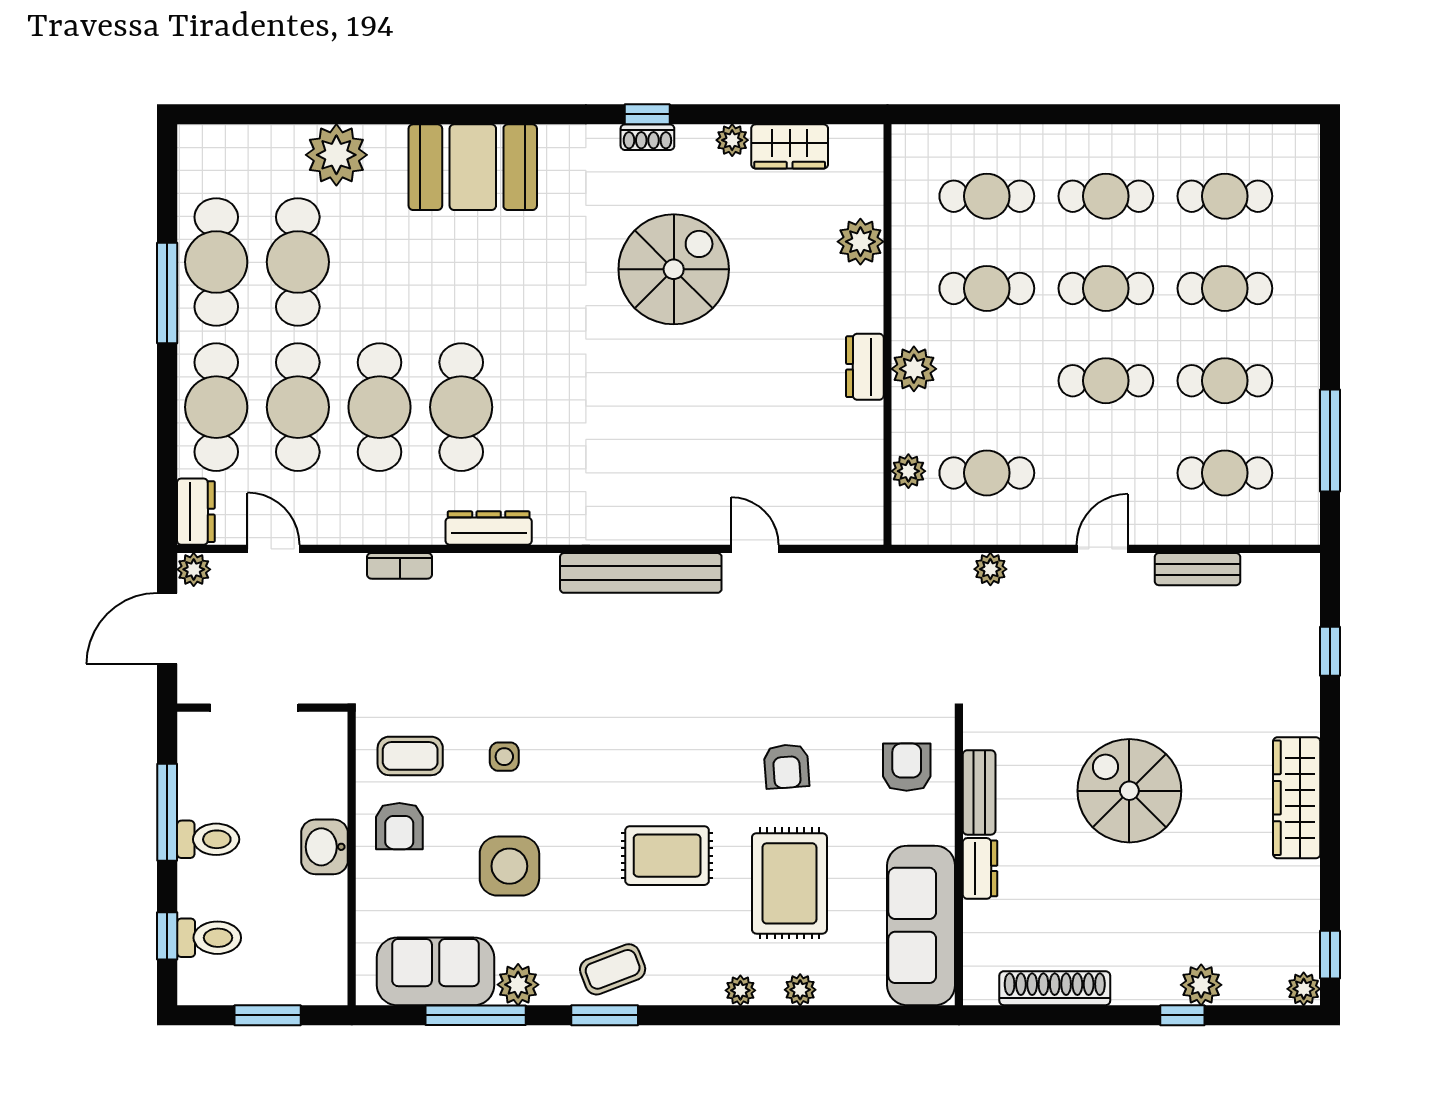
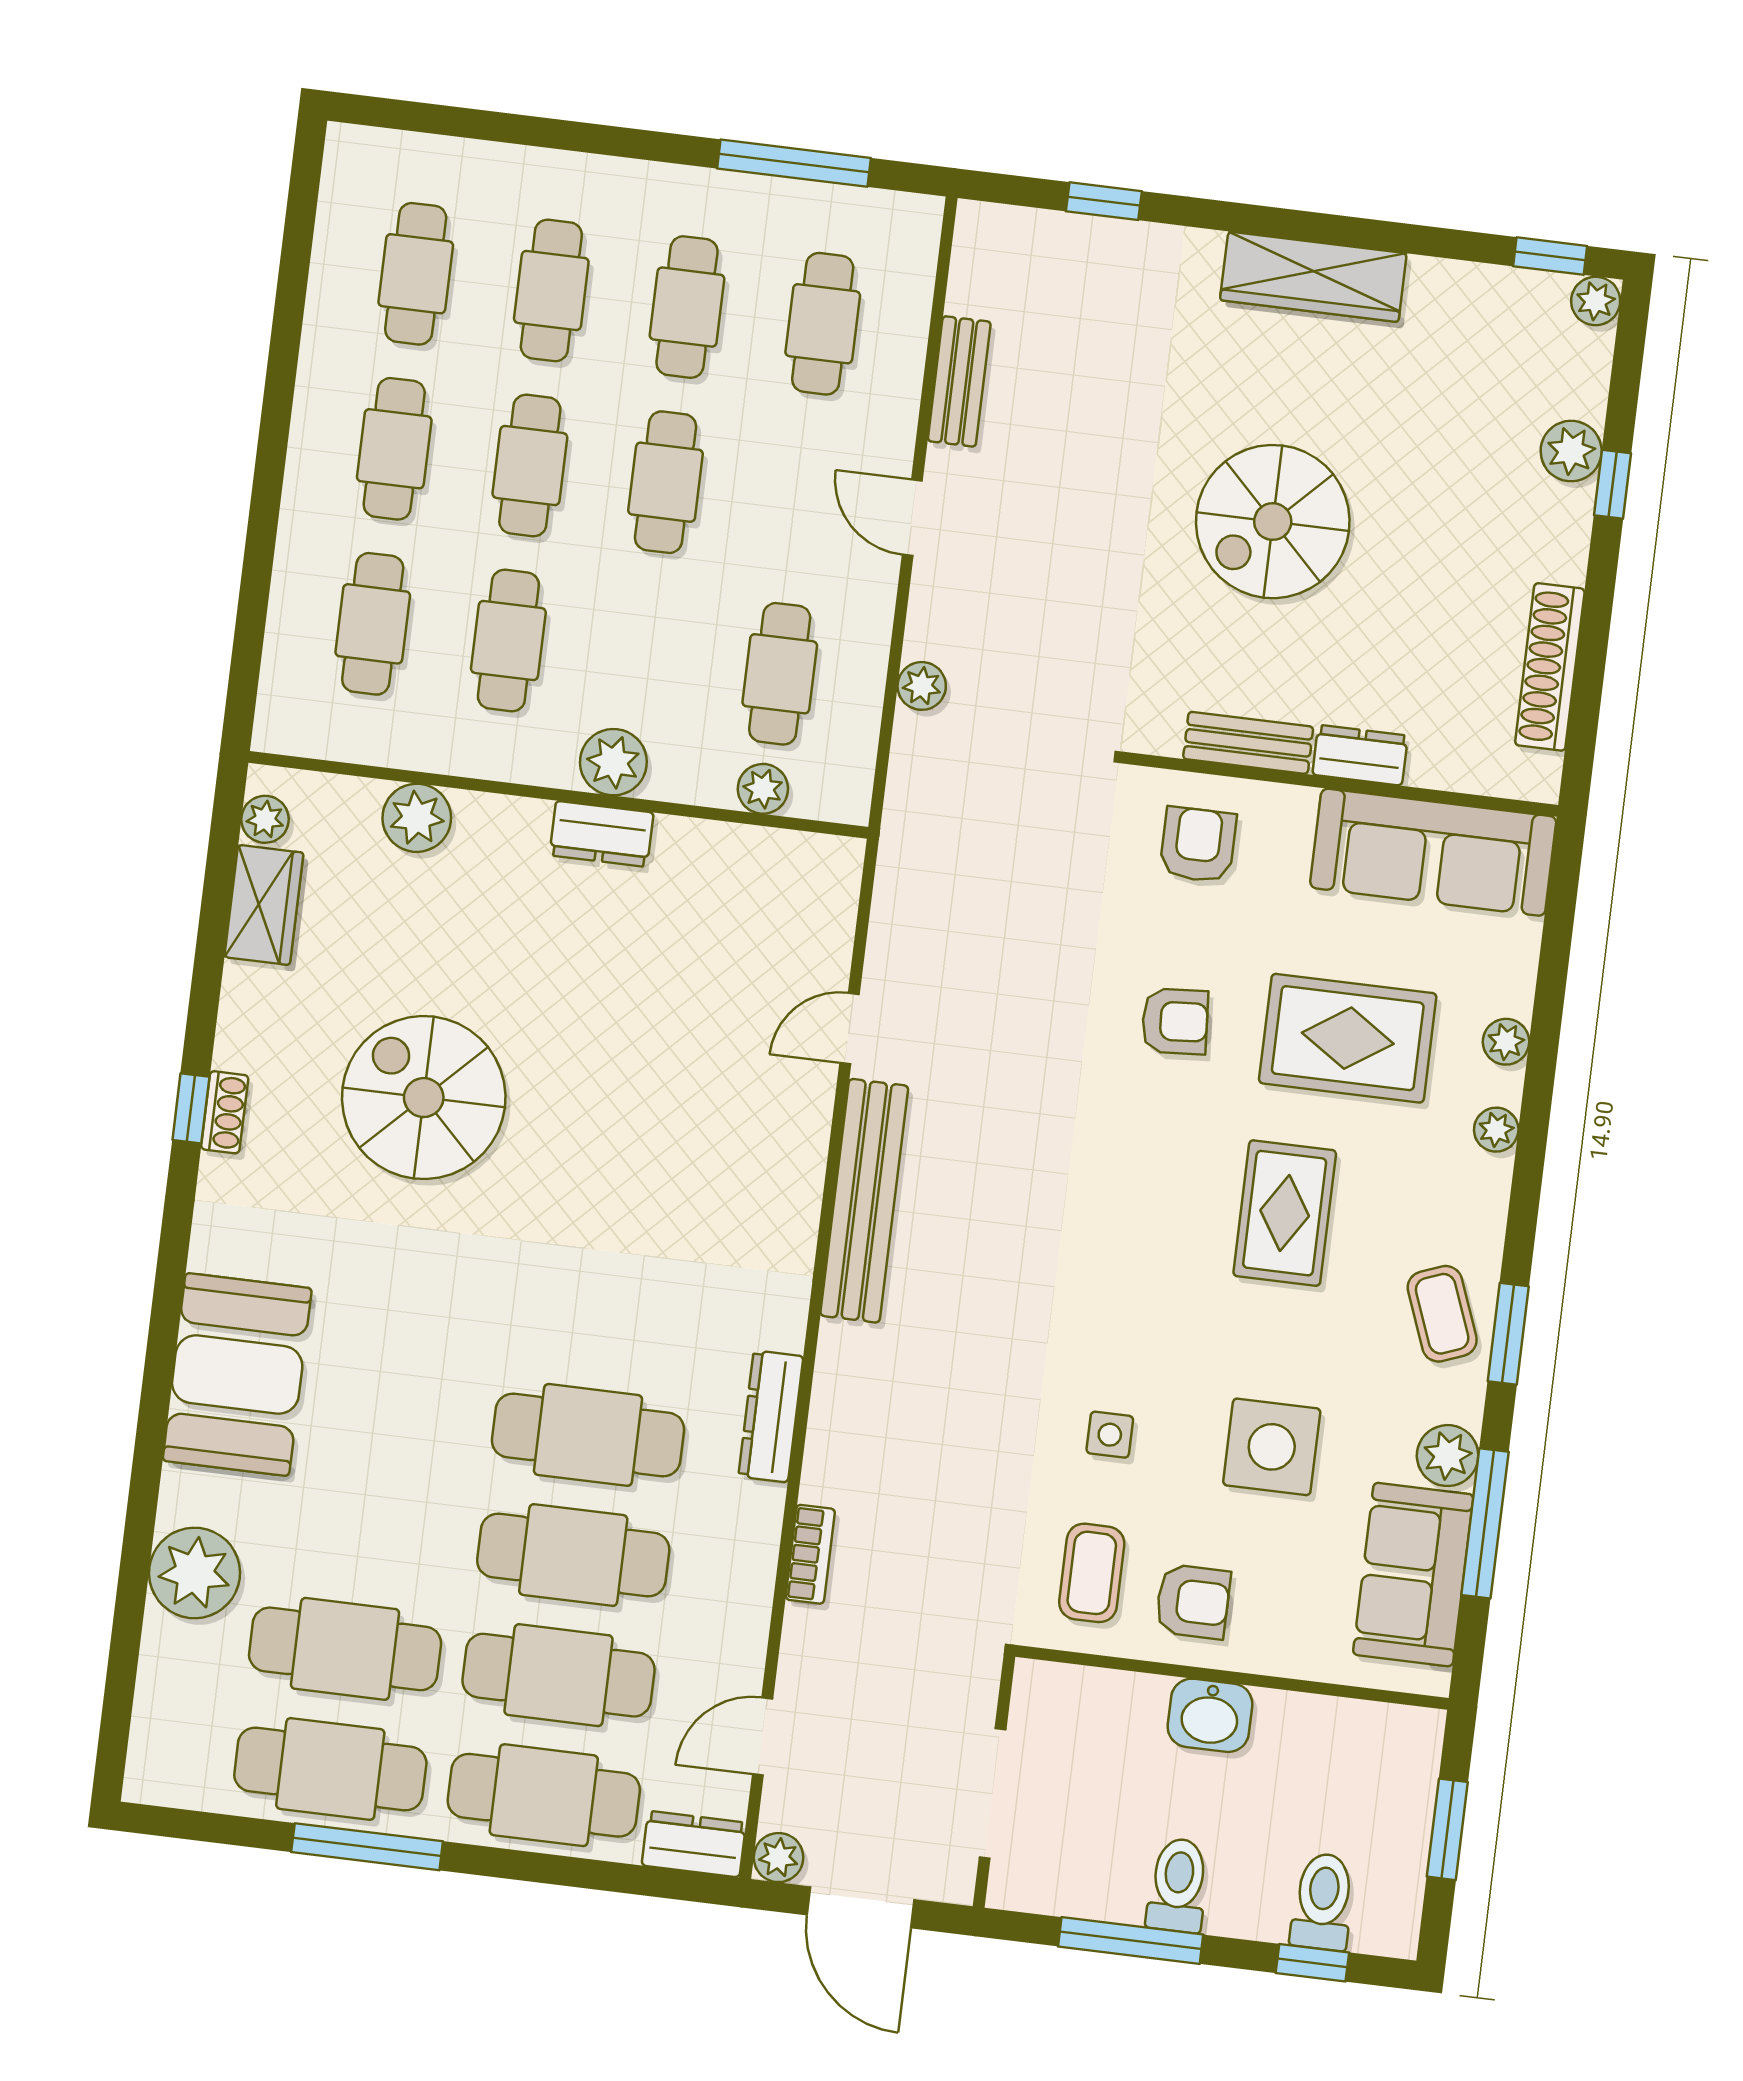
plant: (732, 140) -> (265, 819), moved
armchair: (907, 767) -> (1198, 845), turned 90

